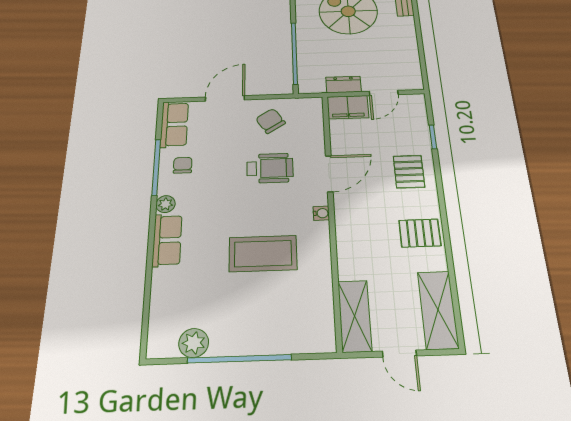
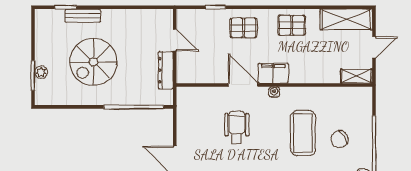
dresser: (343, 85) -> (166, 70), width x1.44
filing cabinet: (348, 107) -> (273, 73), moved, turned -90
chair: (270, 121) -> (340, 139), moved
pallet: (420, 233) -> (292, 25), turned 90
shelving: (355, 316) -> (356, 76), width x0.67, depth x0.75

